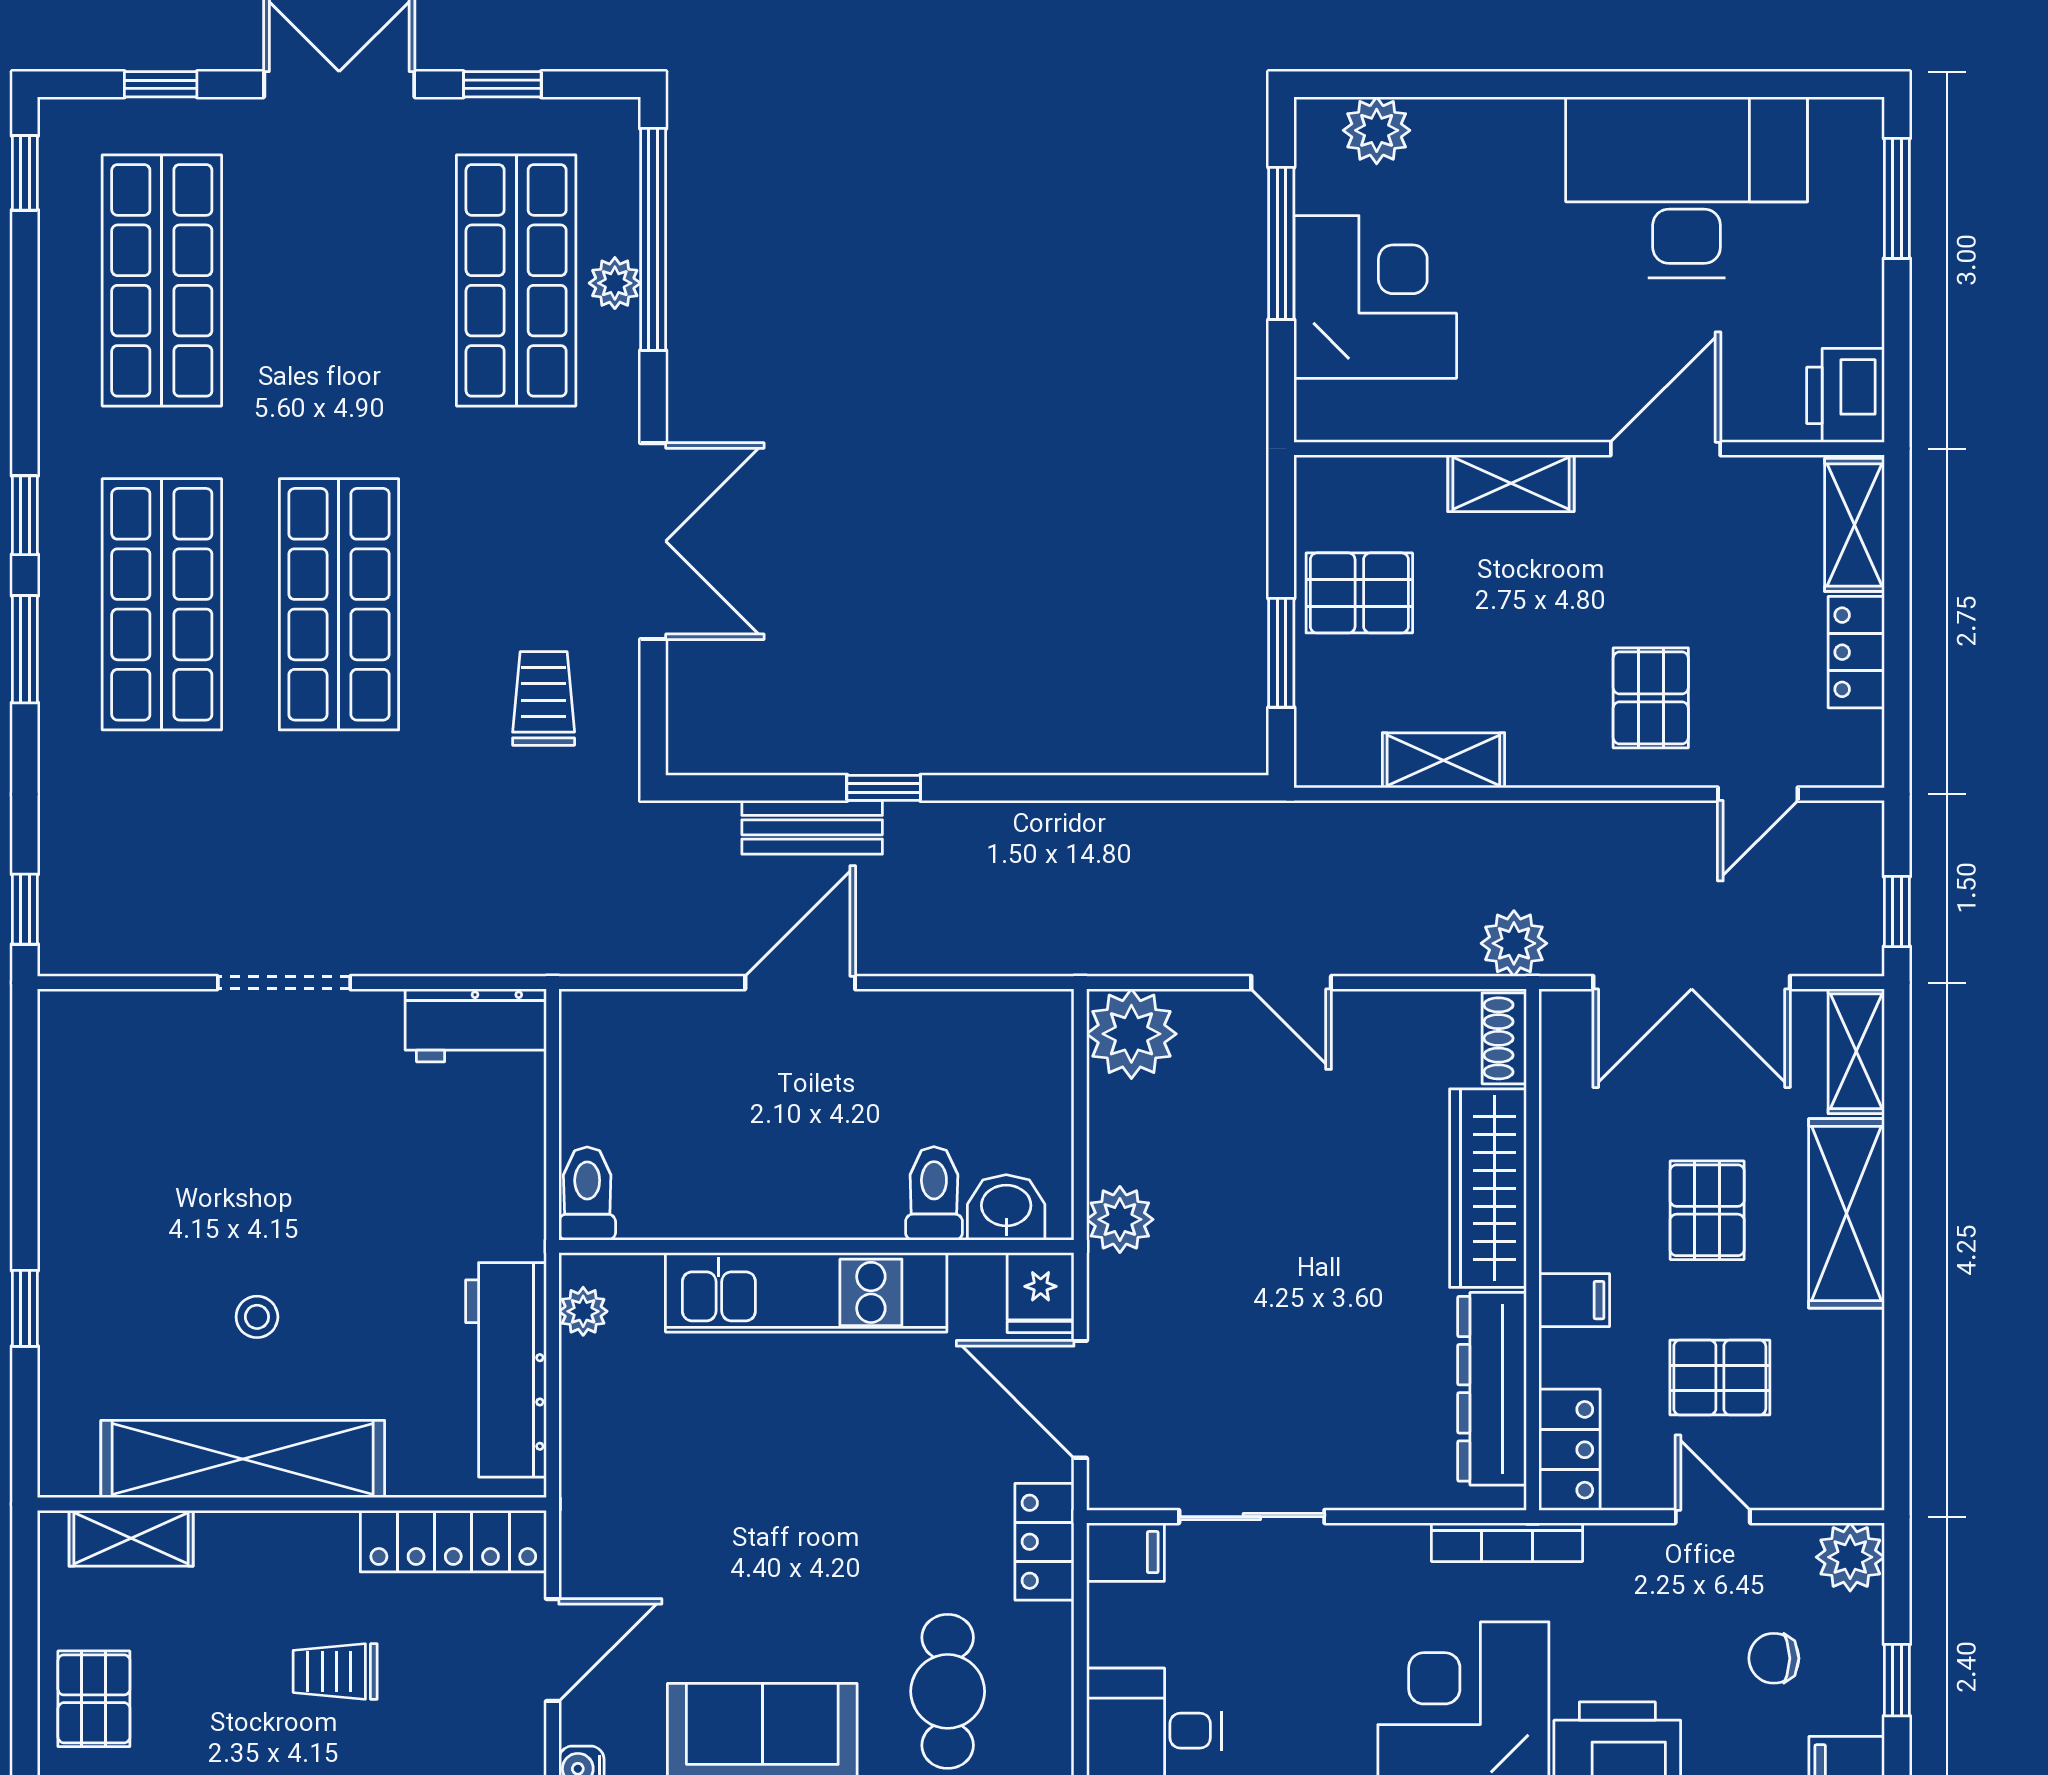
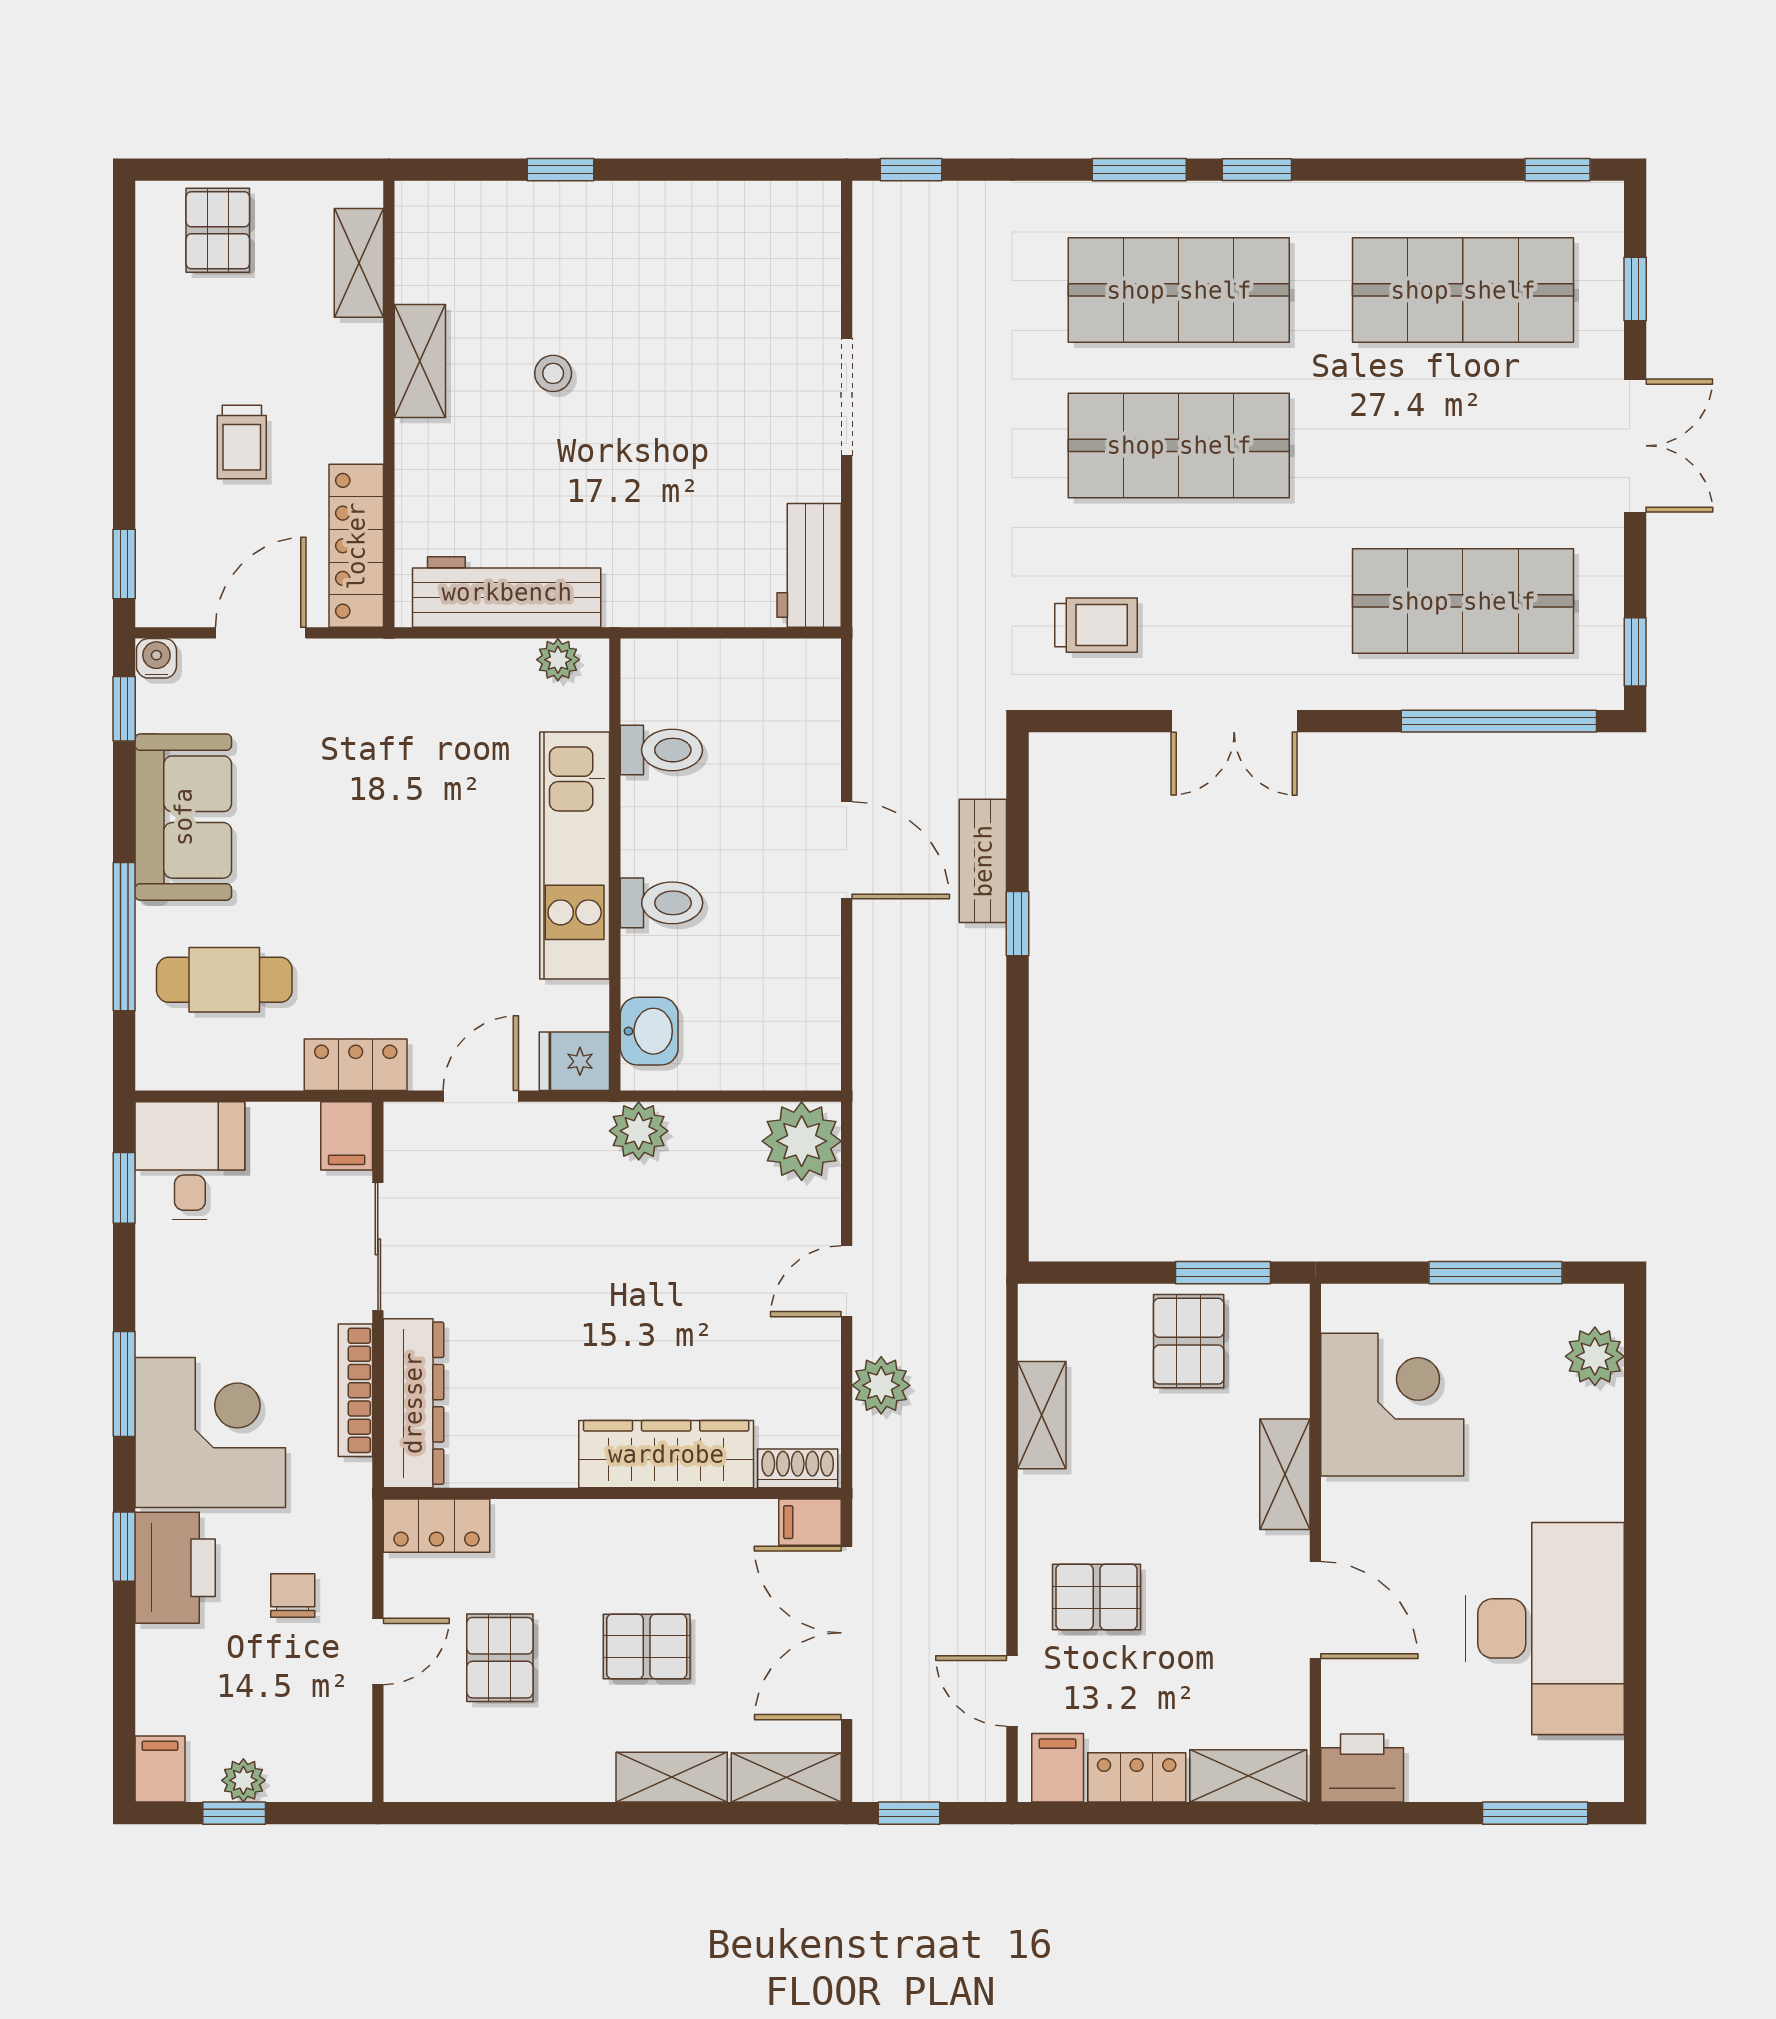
window: (502, 84) -> (1635, 652), moved
plant: (615, 283) -> (1461, 688), removed
corner desk: (1375, 297) -> (1392, 1405), moved, turned -90
double door: (653, 541) -> (1234, 721), width x0.73
window: (1281, 653) -> (1223, 1273), moved
filing cabinet: (1845, 742) -> (1058, 1768), added
plant: (1514, 943) -> (881, 1385), moved
toilet: (934, 1193) -> (662, 903), moved
toilet: (587, 1194) -> (661, 750), moved
shelving: (1846, 1213) -> (672, 1777), width x0.67, depth x0.75
filing cabinet: (1574, 1300) -> (810, 1522), moved, turned 90
dresser: (1492, 1389) -> (413, 1403), moved, turned 90
door: (1080, 1399) -> (481, 1096), width x0.73
shelving: (243, 1459) -> (420, 361), width x0.45, depth x0.75
bookcase: (1507, 1542) -> (355, 1390), moved
plant: (1850, 1557) -> (243, 1780), moved, width x0.73, depth x0.73
door: (553, 1650) -> (261, 633), swing flipped
chair: (1774, 1658) -> (293, 1595), moved
trolley: (335, 1671) -> (242, 442), turned 180
pallet: (94, 1699) -> (218, 230), turned 90

